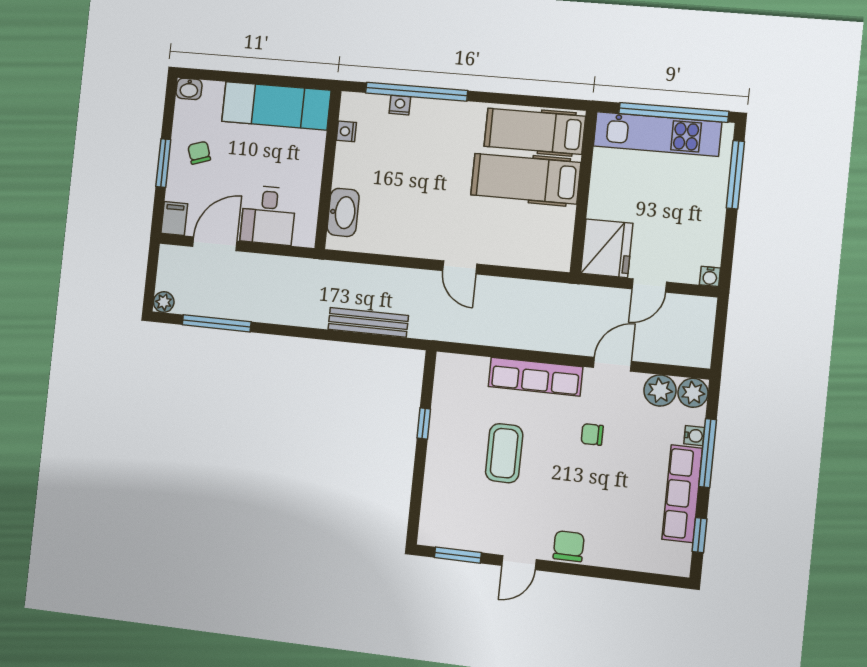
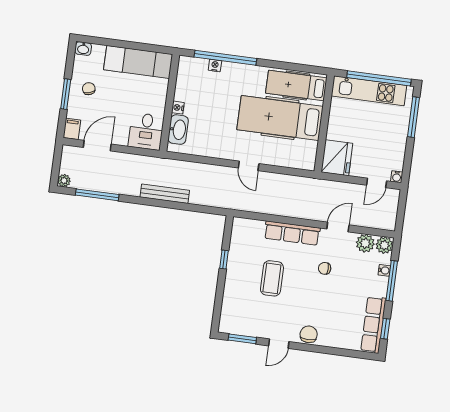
nightstand: (346, 131) -> (178, 108), moved
hospital bed: (526, 179) -> (280, 118), width x1.37, depth x1.29
desk: (268, 215) -> (146, 131), moved
door: (649, 286) -> (377, 183), moved
bench: (368, 322) -> (165, 194), moved
row of seats: (682, 494) -> (373, 325), moved

